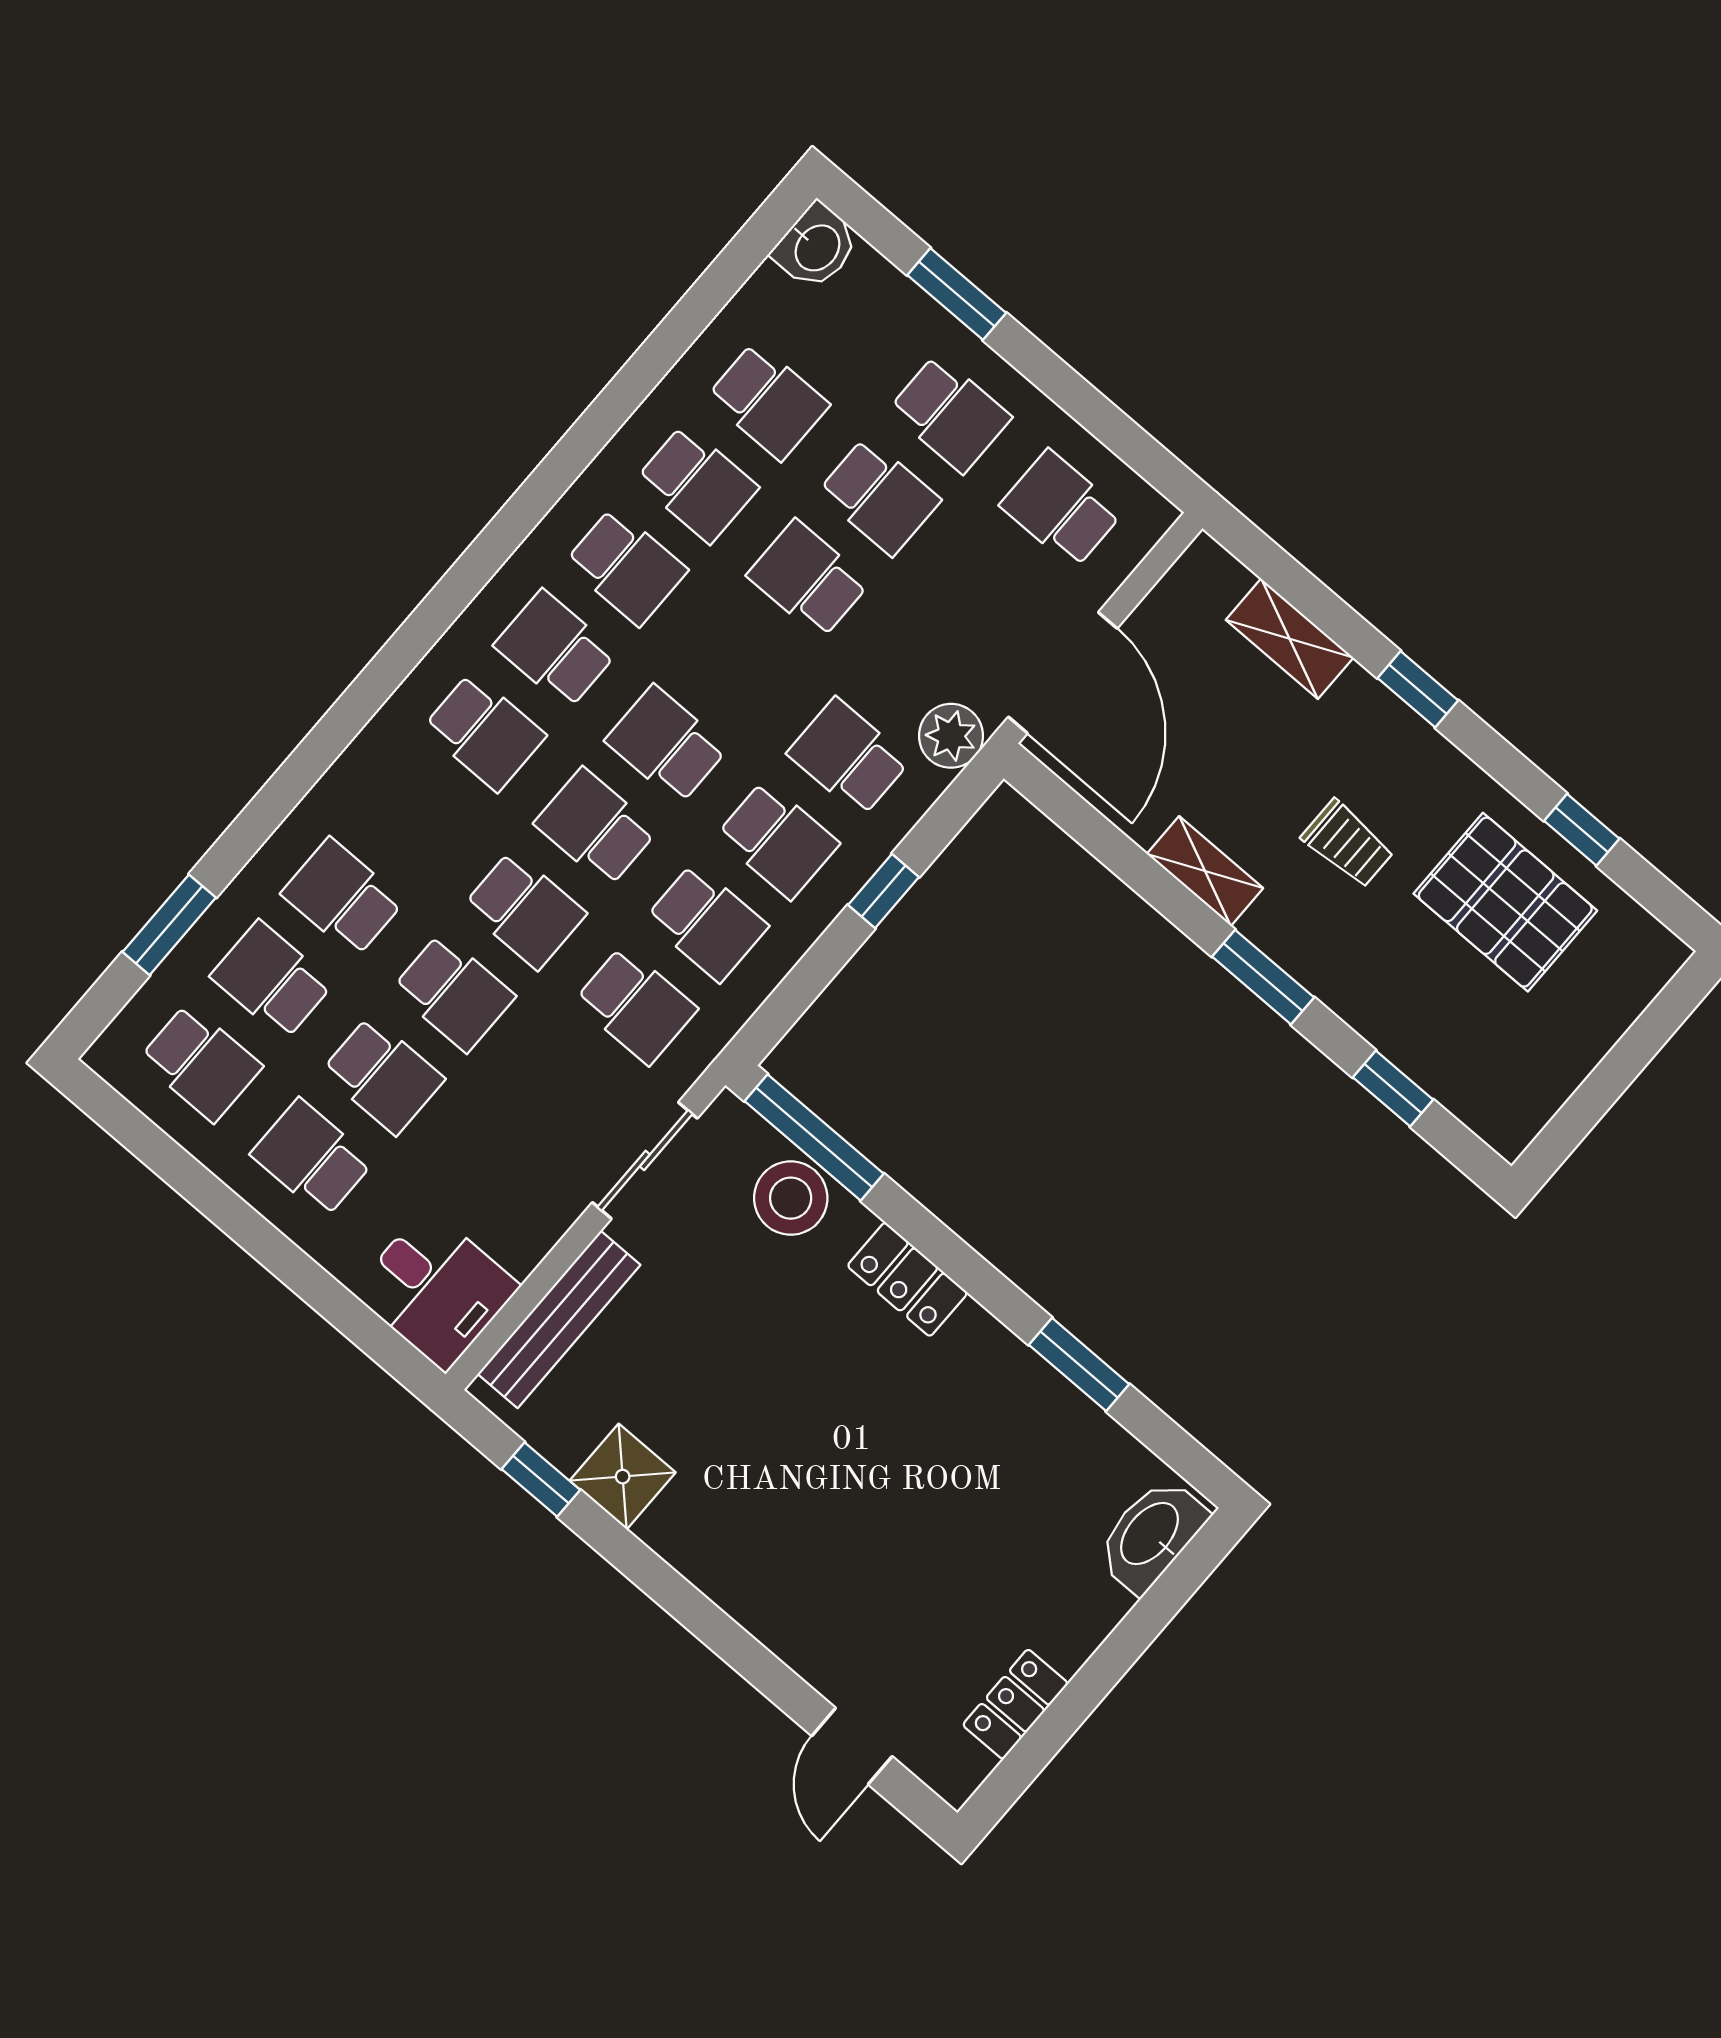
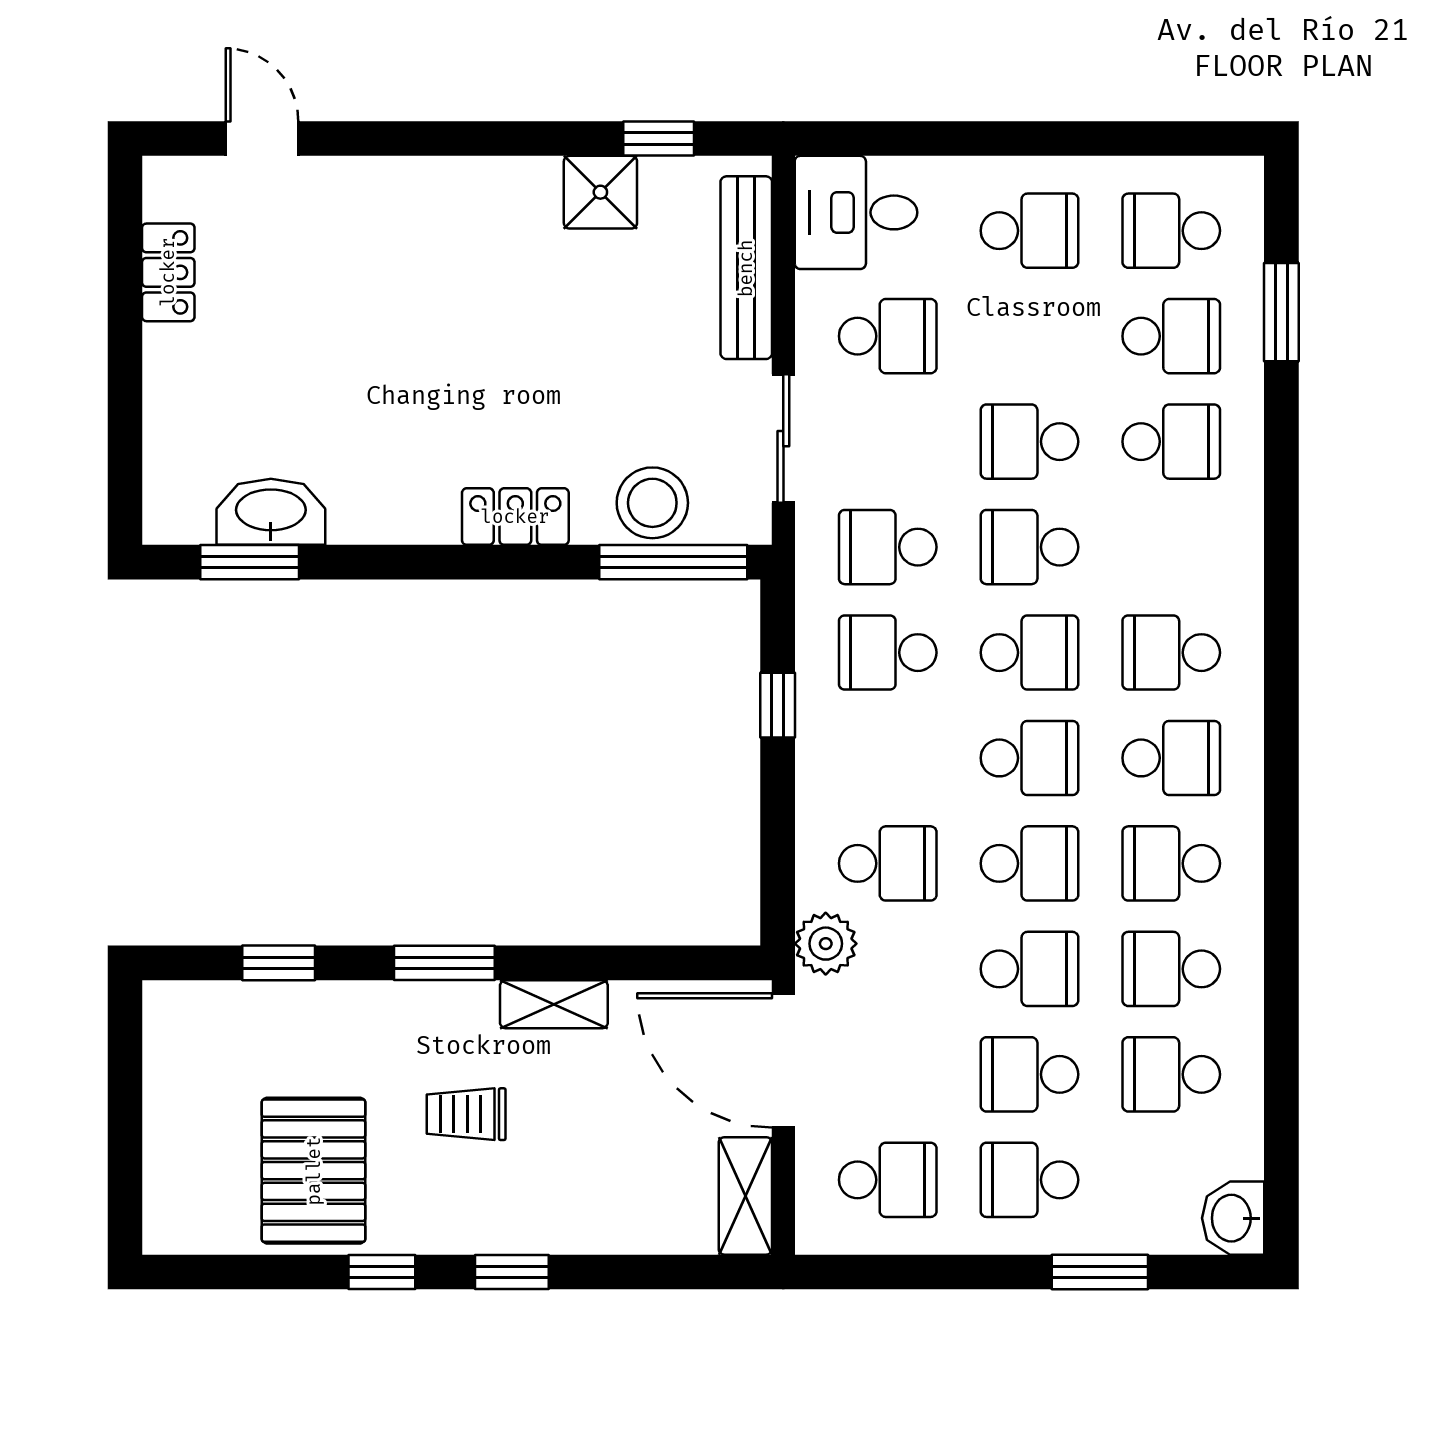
shelving: (1290, 639) -> (745, 1196), moved, turned 90
window: (1582, 830) -> (382, 1272), moved
school desk: (778, 840) -> (1029, 863), moved, turned 180
window: (883, 891) -> (778, 705), moved
pallet: (1505, 902) -> (314, 1171), turned 90
school desk: (383, 1075) -> (888, 336), moved, turned 180
window: (1079, 1365) -> (250, 562), moved
washbasin: (1151, 1535) -> (271, 512), moved, turned -90

